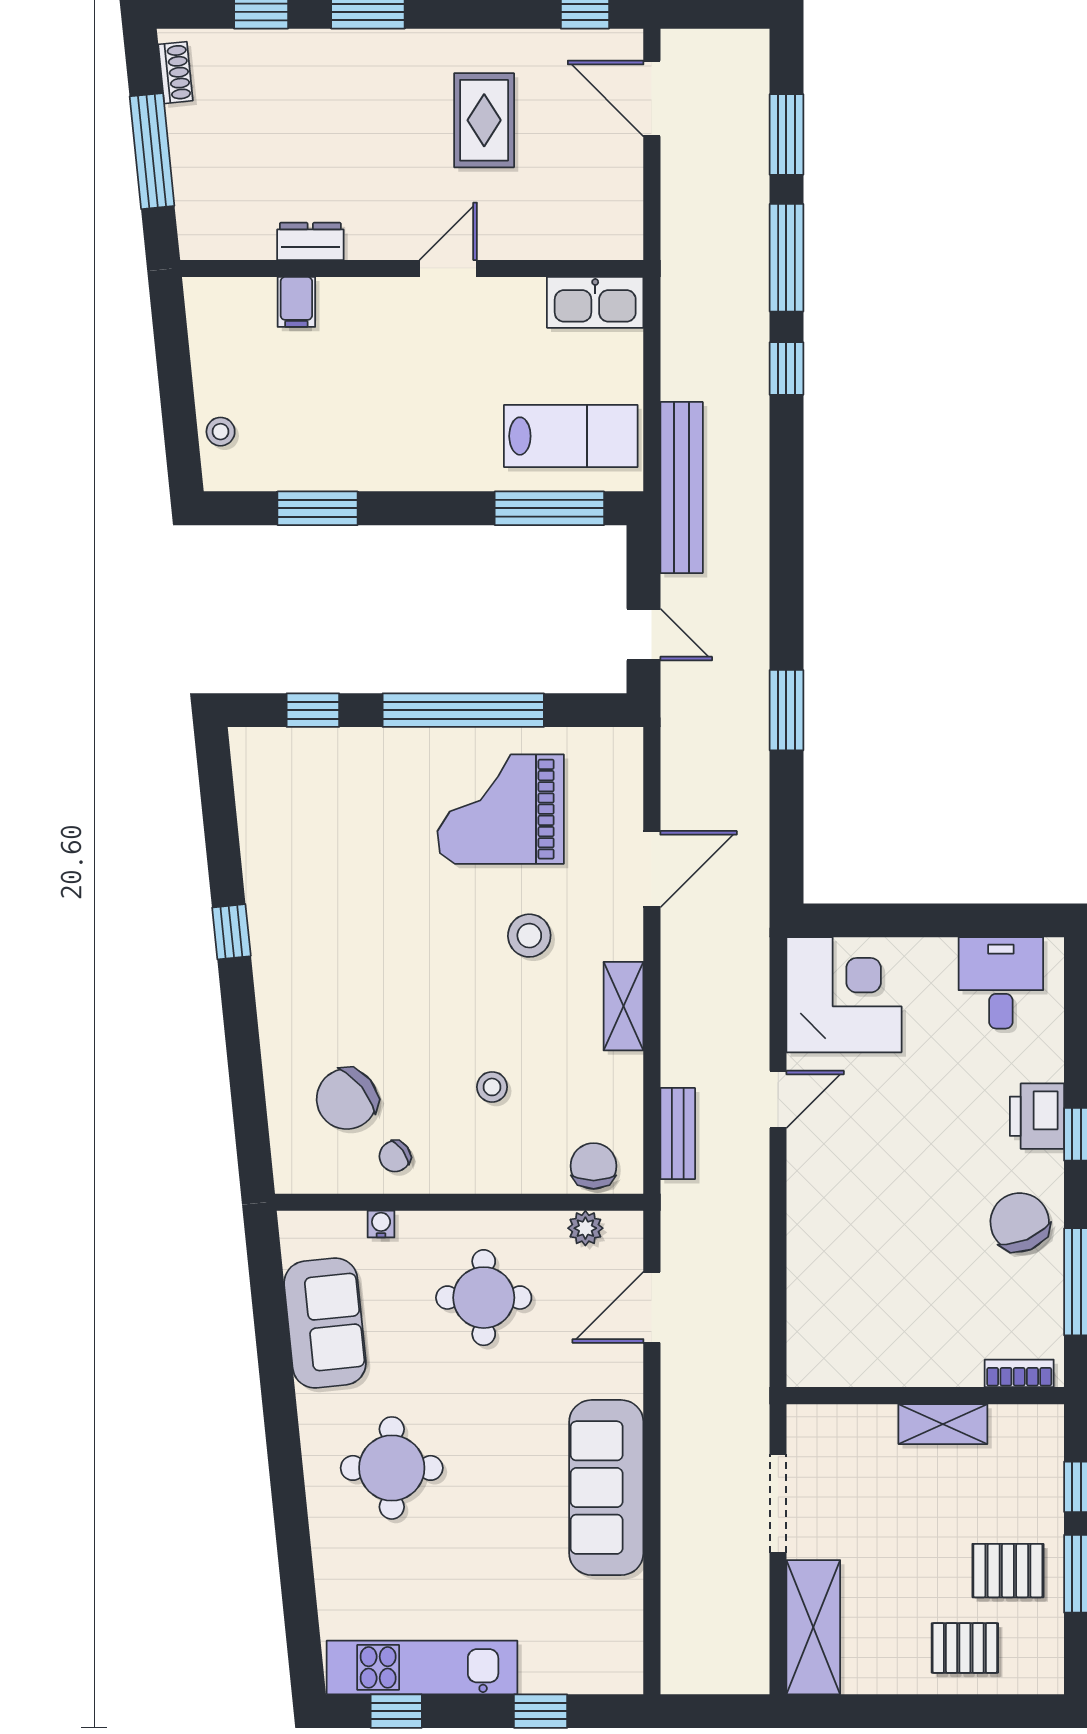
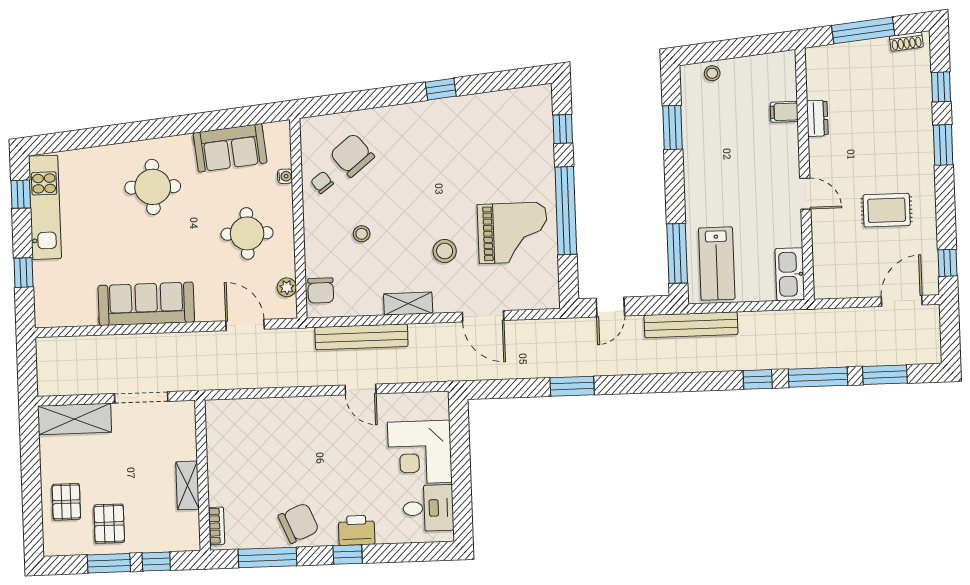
grand piano: (501, 809) -> (513, 233), turned 90
corner desk: (844, 995) -> (420, 452), moved, turned 90
bench: (678, 1134) -> (361, 337), width x1.86, depth x1.21
chair: (594, 1166) -> (321, 290), turned 90

